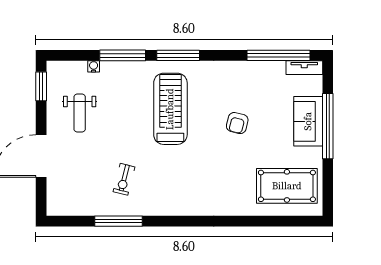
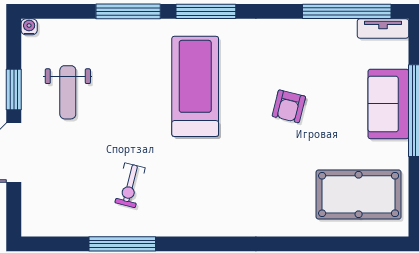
water cooler: (94, 66) -> (29, 27), moved
window: (41, 86) -> (14, 89), moved

